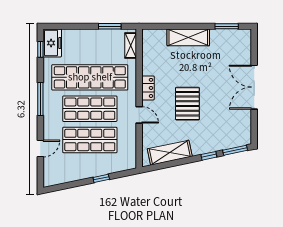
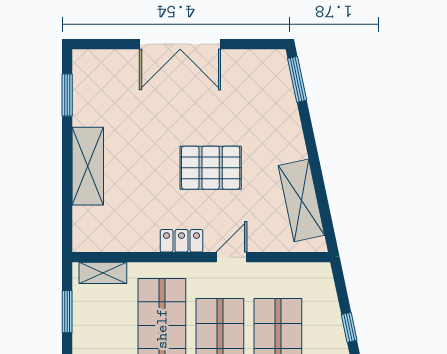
window: (209, 156) -> (307, 128), removed

